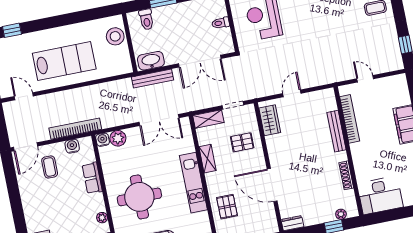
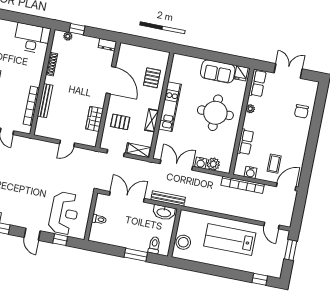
wardrobe: (270, 120) -> (95, 119), moved
water cooler: (103, 140) -> (201, 163), moved

